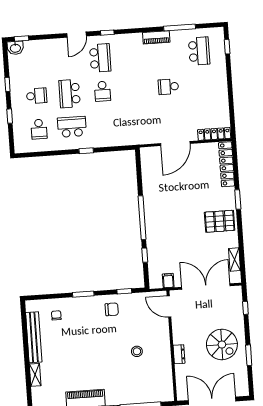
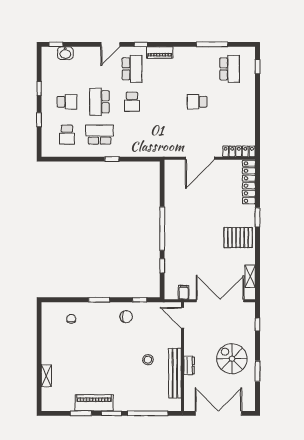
piano: (156, 37) -> (160, 53), moved
washbasin: (15, 48) -> (65, 53), moved
bench: (34, 337) -> (175, 373), moved
spiral stairs: (222, 344) -> (232, 359), turned 180

